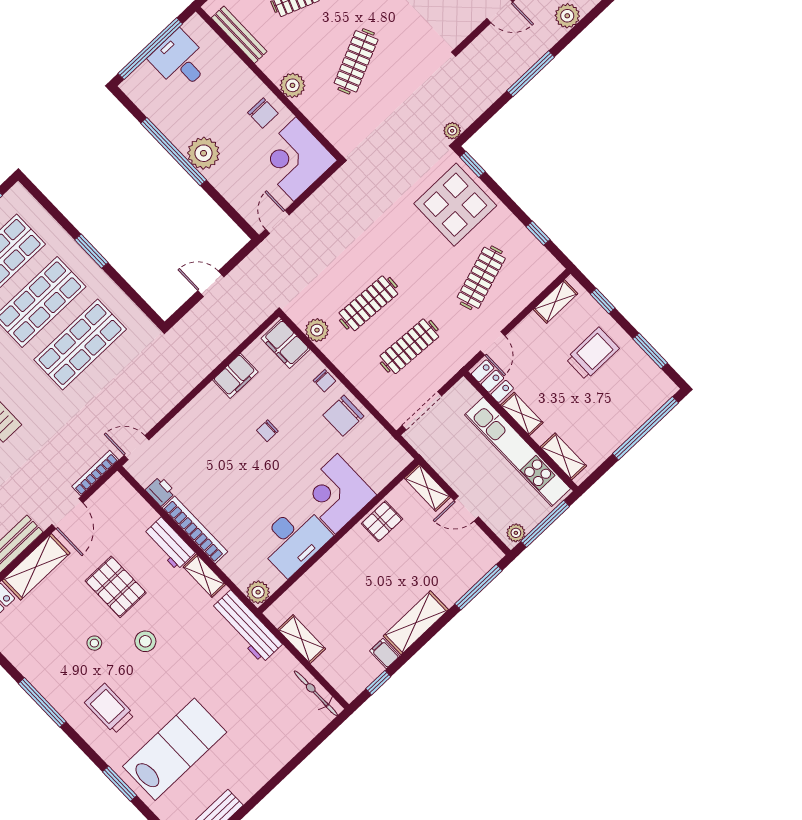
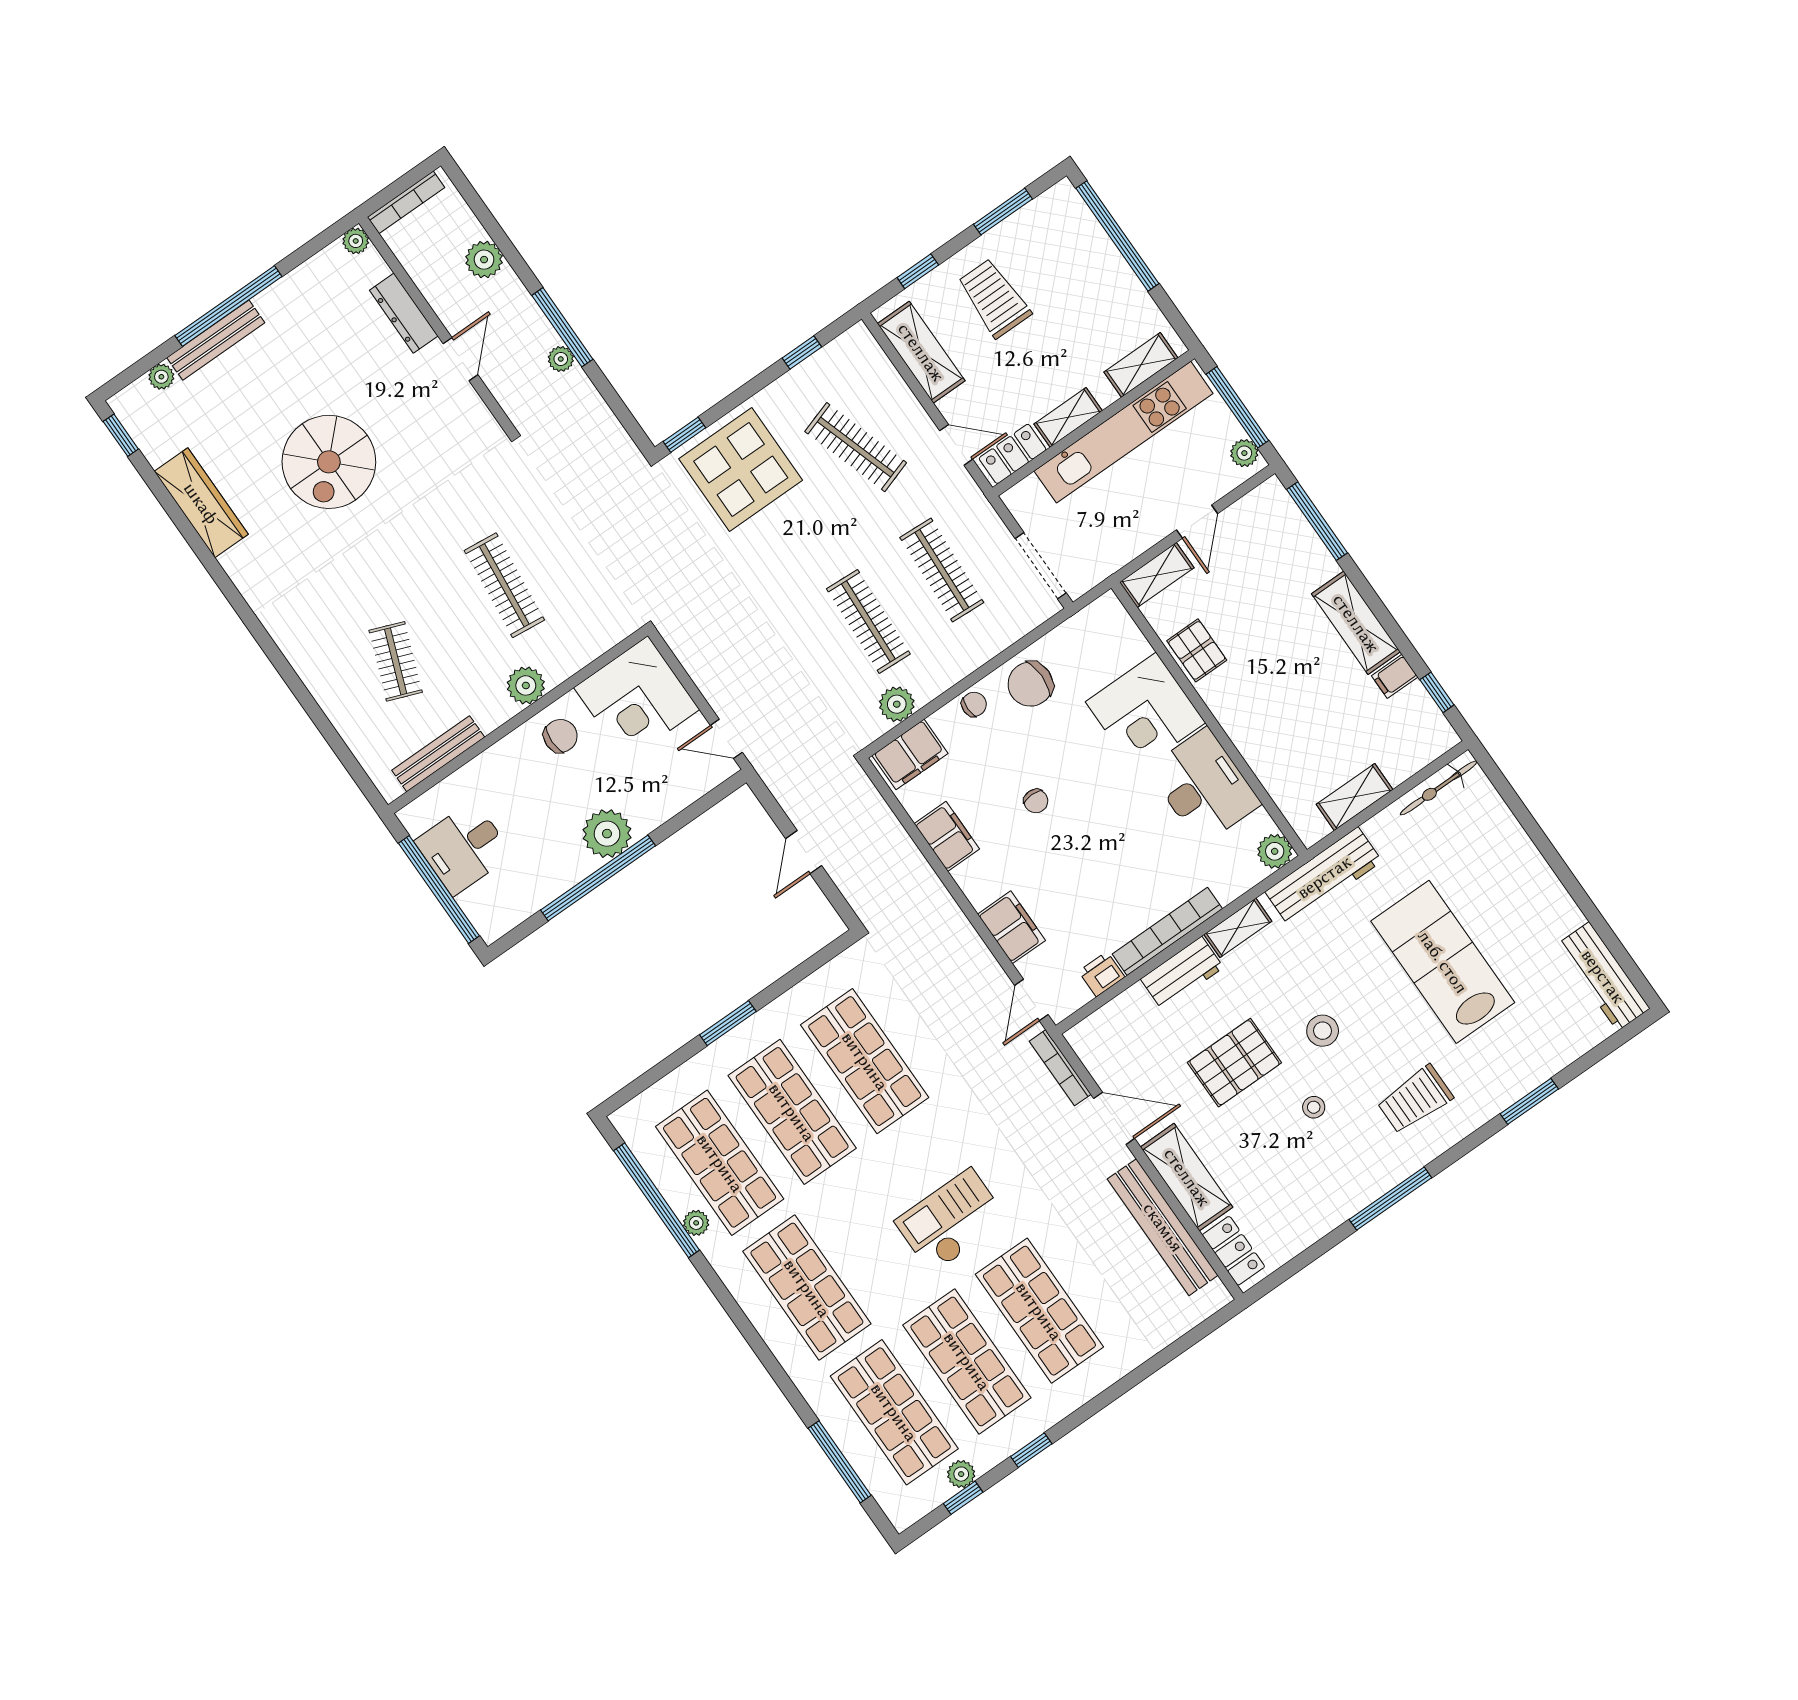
clothes rail: (356, 61) -> (504, 585), turned 30
plant: (452, 131) -> (561, 359), moved
shelving: (556, 302) -> (921, 352), width x1.50, depth x1.33
chair: (343, 416) -> (1030, 684), turned 90
filing cabinet: (182, 427) -> (1011, 927), added
lab bench: (175, 749) -> (1443, 962), moved

